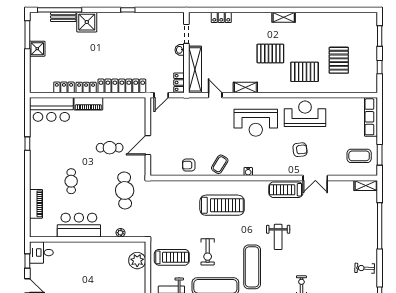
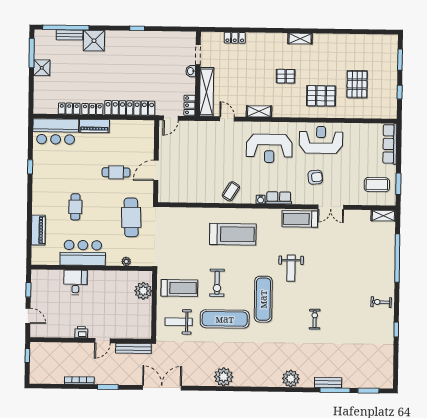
pallet: (270, 53) -> (286, 76), width x0.67, depth x0.71
armchair: (189, 165) -> (199, 192), removed
row of seats: (265, 170) -> (279, 198), added
desk: (41, 253) -> (75, 282), moved, turned 90

